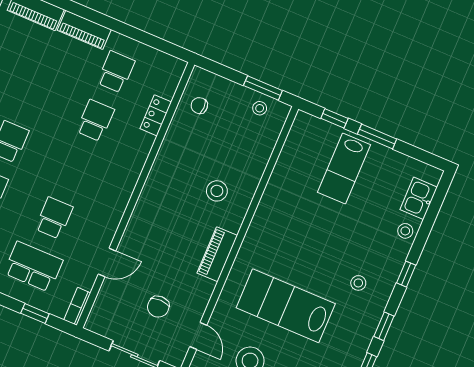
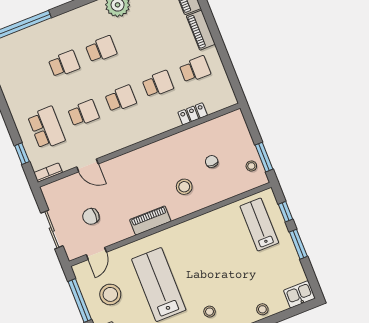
chair: (199, 106) -> (212, 161), moved
school desk: (75, 169) -> (121, 99), added
lab bench: (344, 169) -> (259, 225), moved, turned 90
kitchen sink: (419, 198) -> (299, 294), moved

